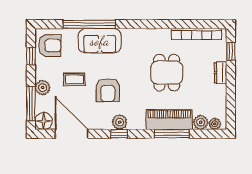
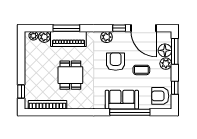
dresser: (221, 73) -> (29, 75), removed
floor lamp: (44, 121) -> (165, 50), moved
window: (119, 134) -> (119, 28), moved

